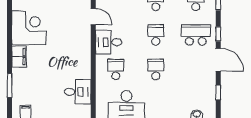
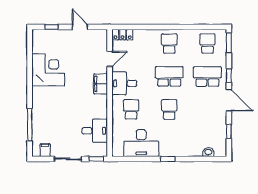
door: (93, 17) -> (110, 59), hinge flipped
school desk: (156, 35) -> (169, 76), width x1.85
filing cabinet: (19, 57) -> (100, 84), moved, turned 180
window: (10, 85) -> (30, 125), width x1.44

